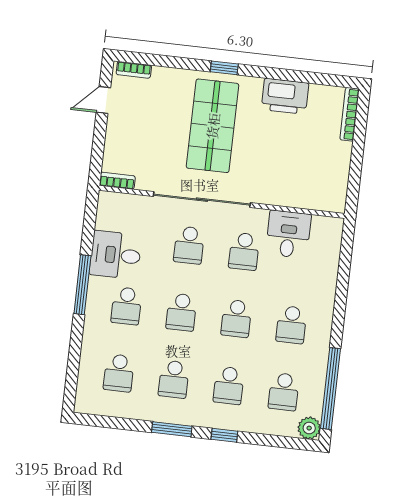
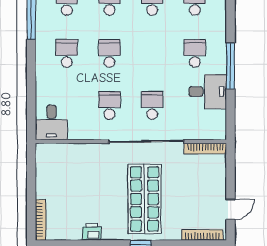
bookcase: (134, 70) -> (202, 235), width x1.56
printer: (285, 96) -> (92, 232), width x0.53, depth x0.68
bookcase: (117, 181) -> (205, 149), width x1.56
desk: (288, 234) -> (51, 123), moved
school desk: (181, 312) -> (152, 53), removed

